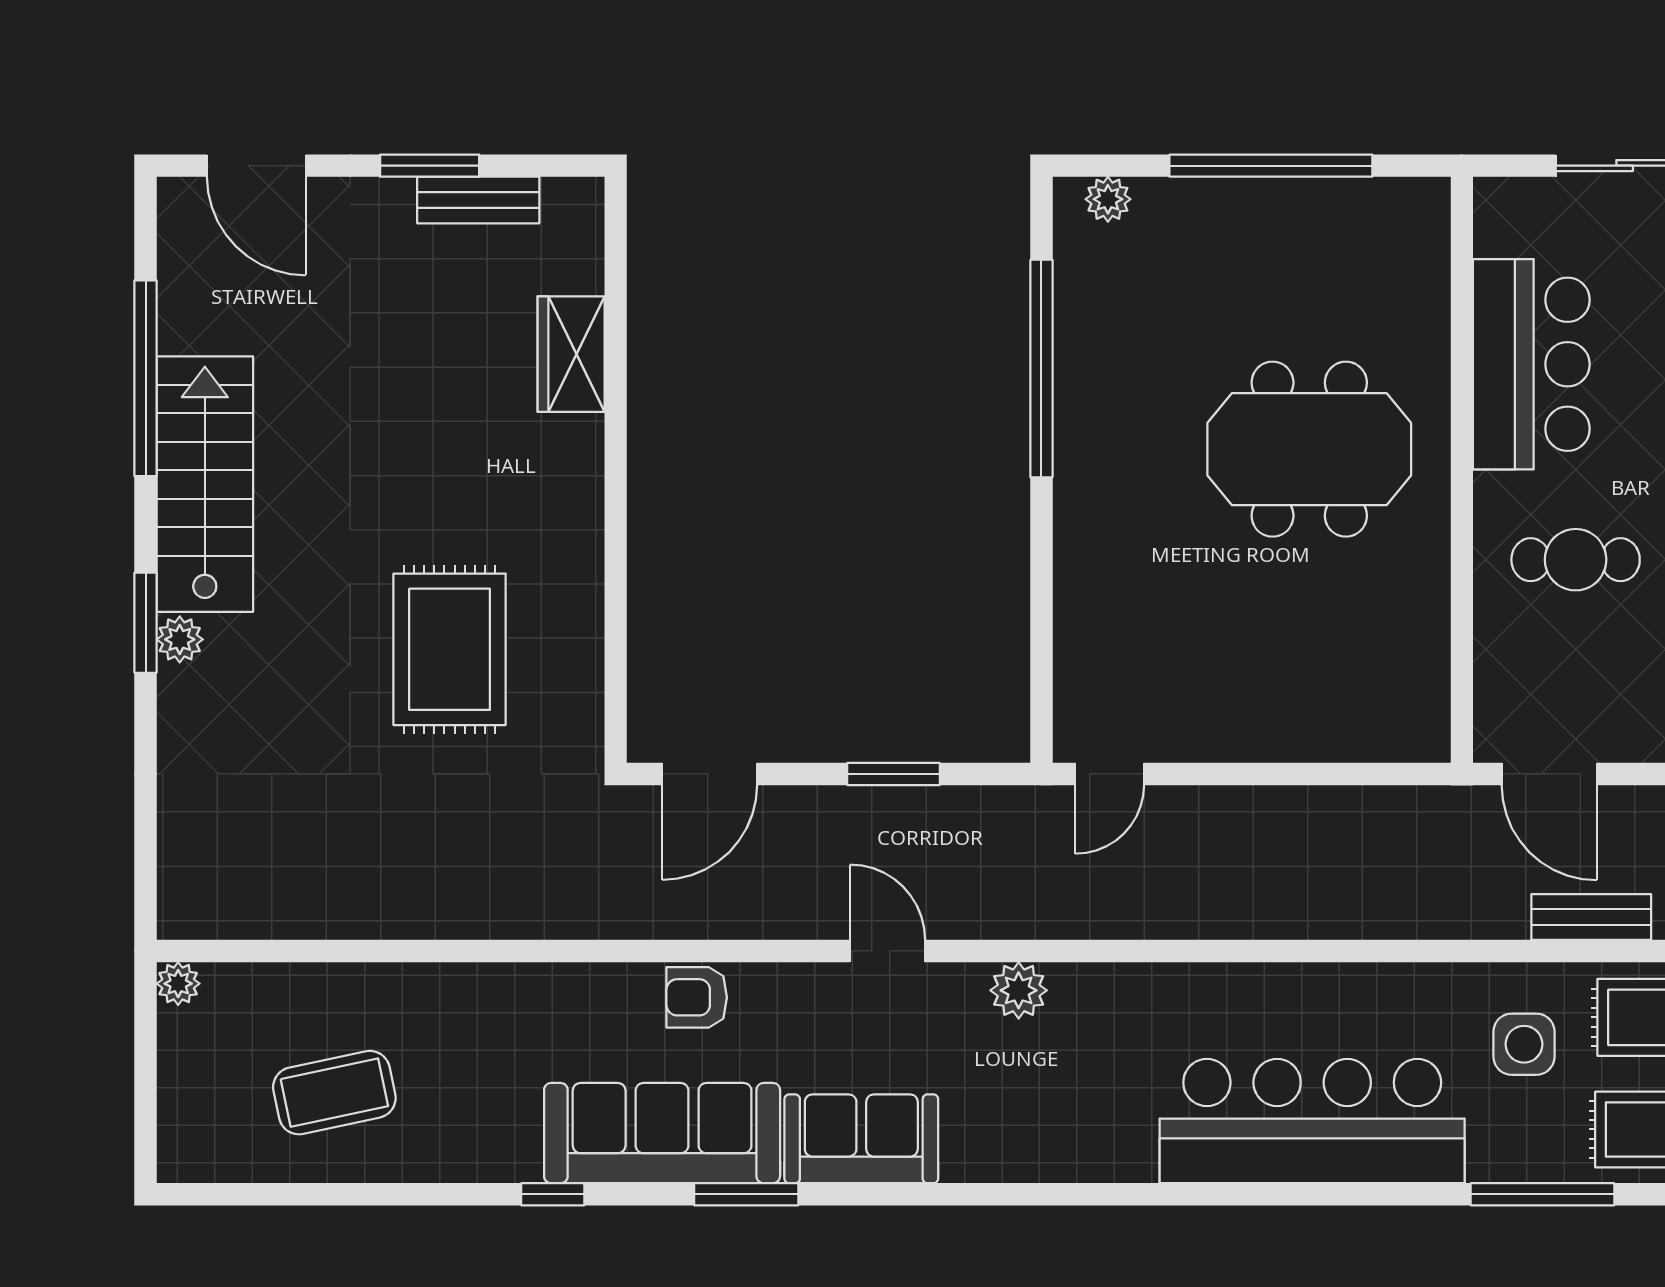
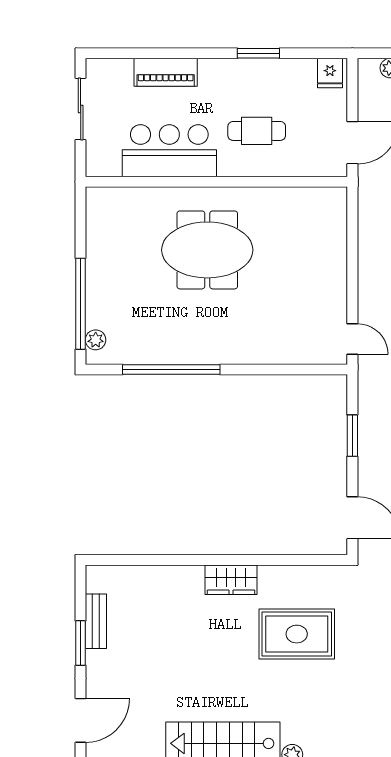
window: (1271, 166) -> (81, 304), moved
wardrobe: (571, 354) -> (231, 580), moved
meeting table: (1309, 449) -> (207, 250), turned 90
cafe table: (1576, 560) -> (257, 131), turned 90

